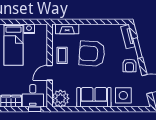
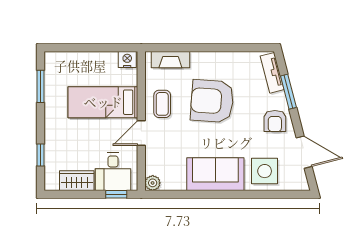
nightstand: (29, 29) -> (127, 60), moved
bed: (14, 45) -> (103, 102), moved, turned 90
plant: (60, 98) -> (153, 183), width x0.53, depth x0.53

